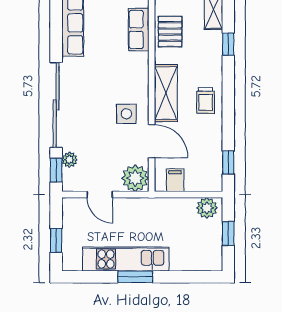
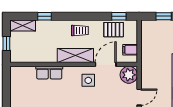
row of seats: (139, 30) -> (49, 73), moved
pallet: (170, 32) -> (114, 30), moved
plant: (207, 208) -> (148, 30), removed

